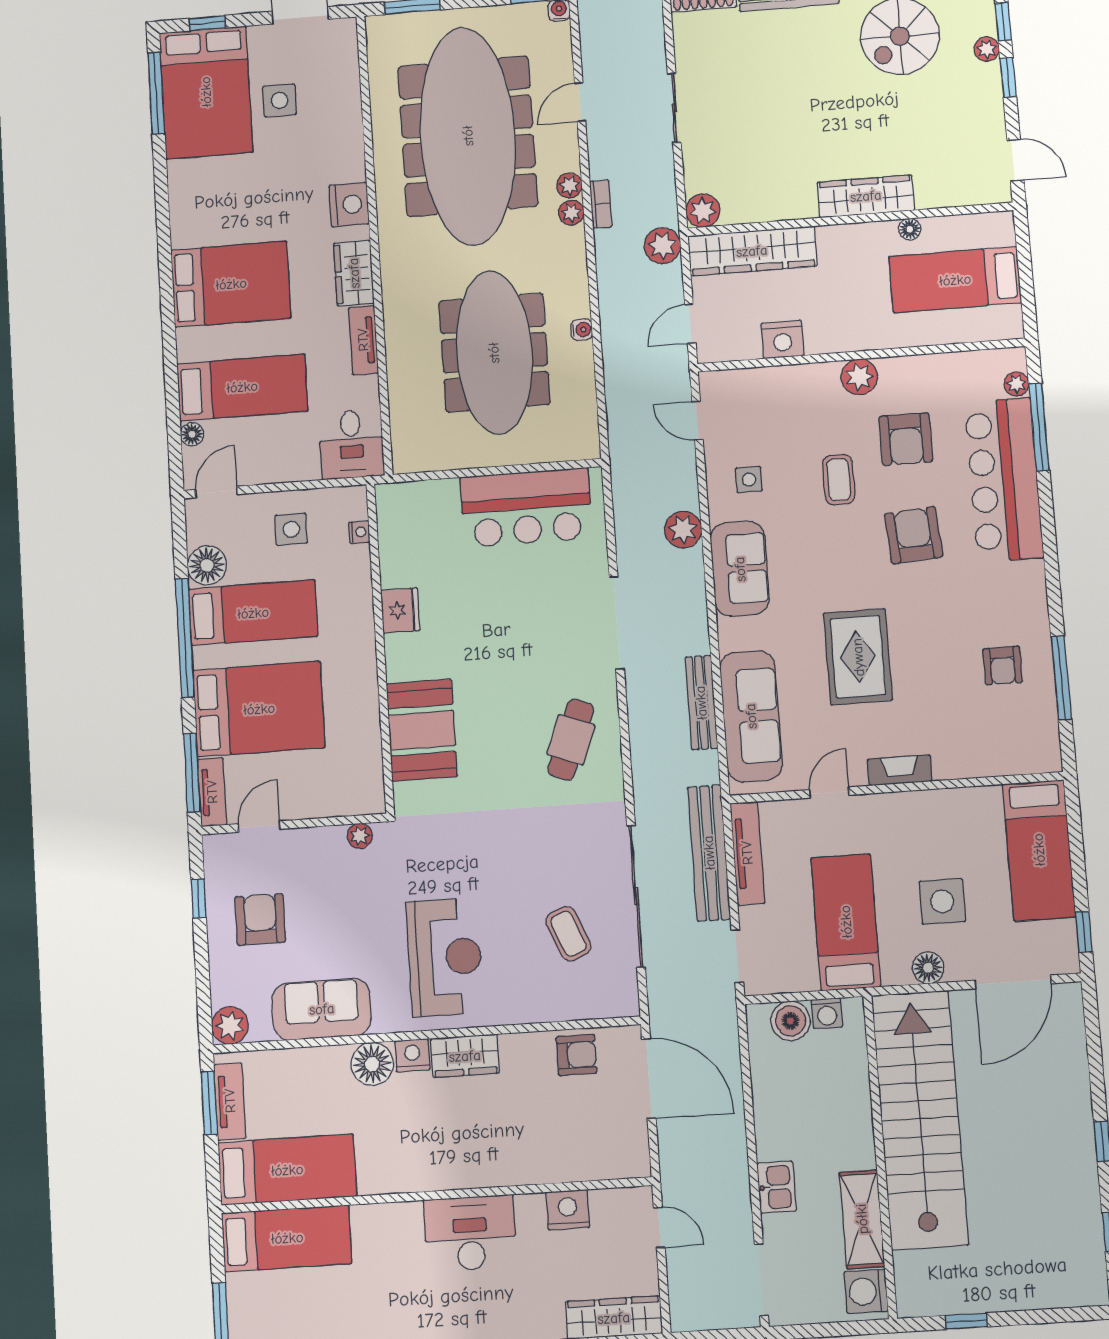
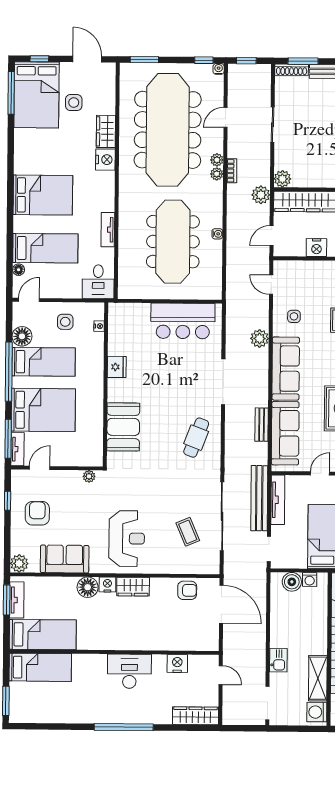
wardrobe: (354, 273) -> (106, 131), moved
sofa: (740, 569) -> (286, 369), width x1.36
bench: (701, 703) -> (262, 425), width x0.73

